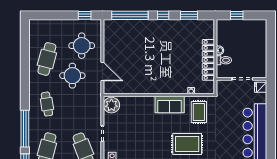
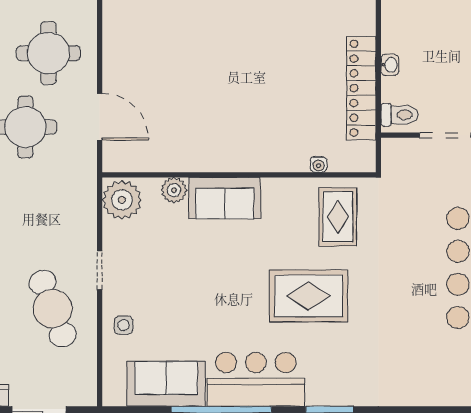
toilet: (224, 60) -> (399, 115), moved
plant: (133, 101) -> (174, 190), added
sofa: (170, 104) -> (225, 198), moved

